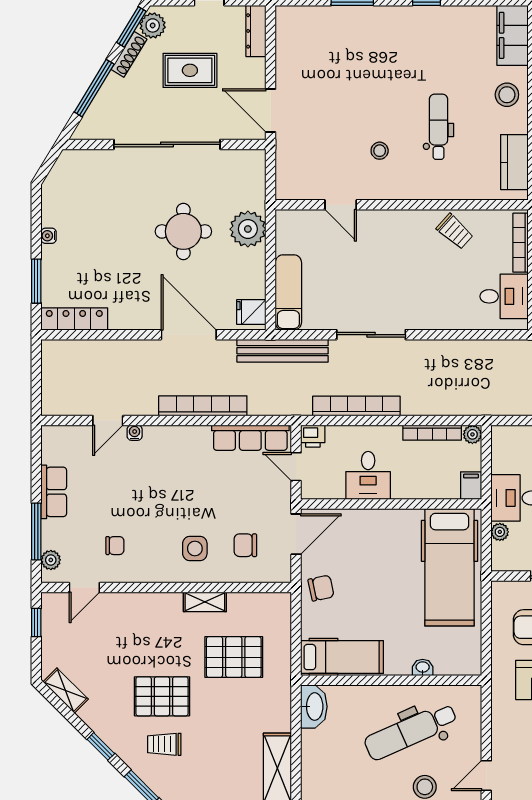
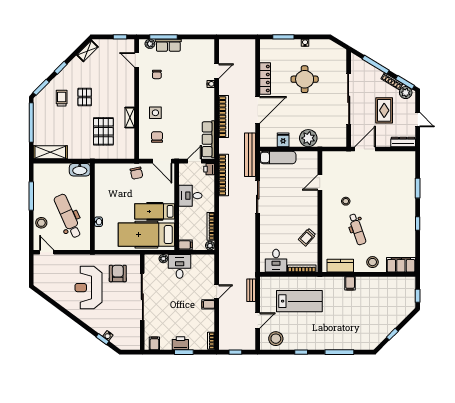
dental chair: (438, 127) -> (357, 229), turned 71
round table: (183, 231) -> (305, 79), moved
fridge: (251, 312) -> (283, 140), moved
locker: (74, 319) -> (265, 78), moved
bookcase: (356, 406) -> (224, 175), moved
door: (108, 421) -> (217, 71), swing flipped
row of seats: (54, 492) -> (168, 45), moved
hospital bed: (342, 657) -> (155, 211), moved, turned 90
pallet: (162, 696) -> (85, 97), width x0.67, depth x0.71

